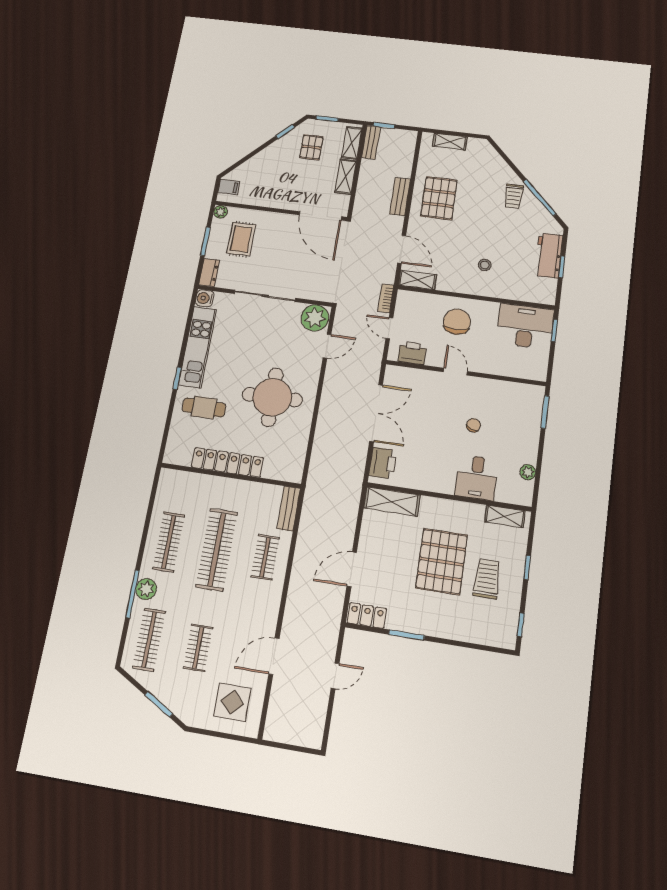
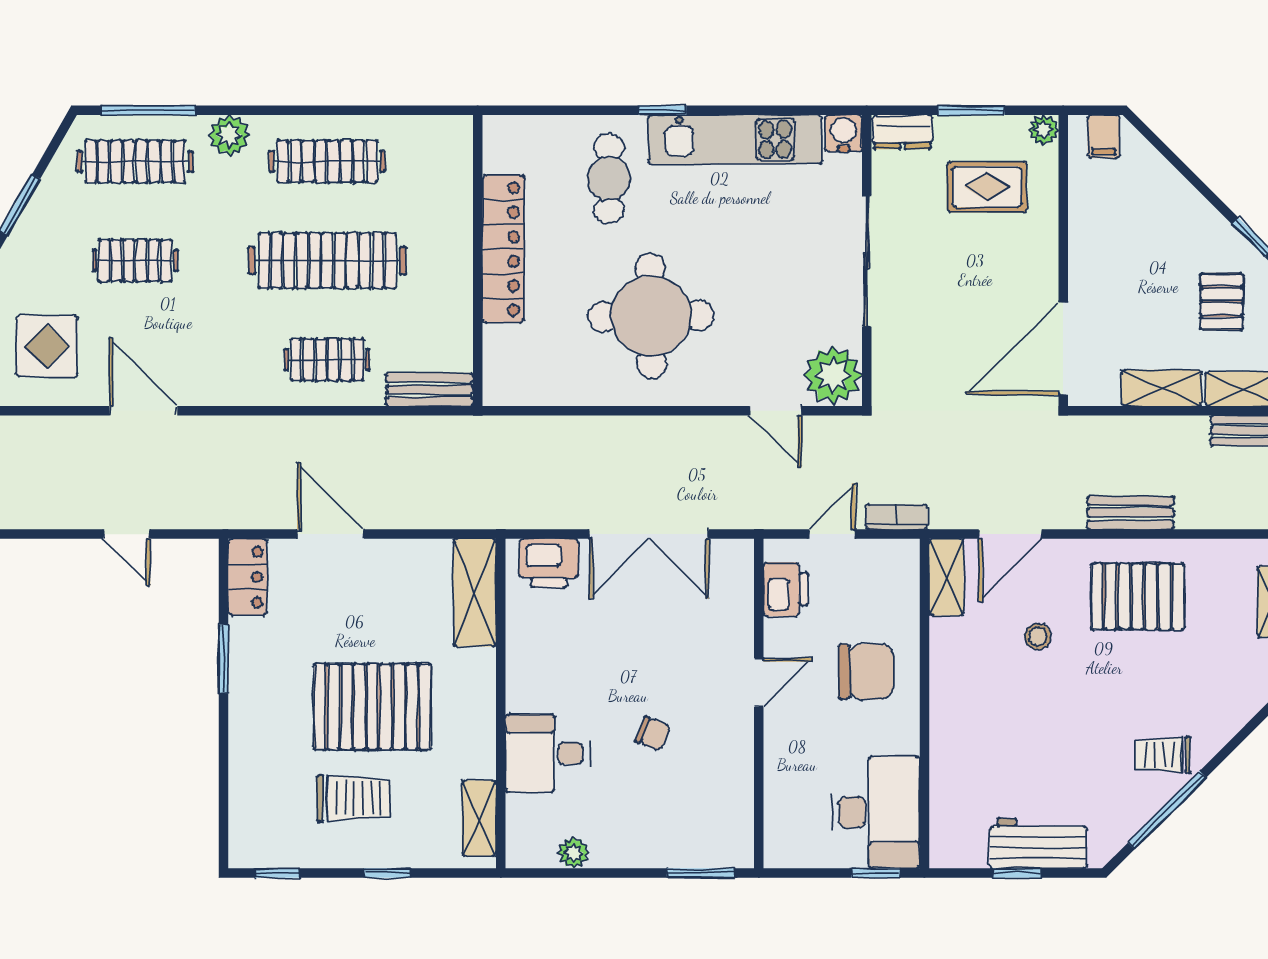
pallet: (311, 147) -> (1222, 302), turned 90
stool: (485, 265) -> (1038, 637), moved
window: (133, 594) -> (149, 110), moved

